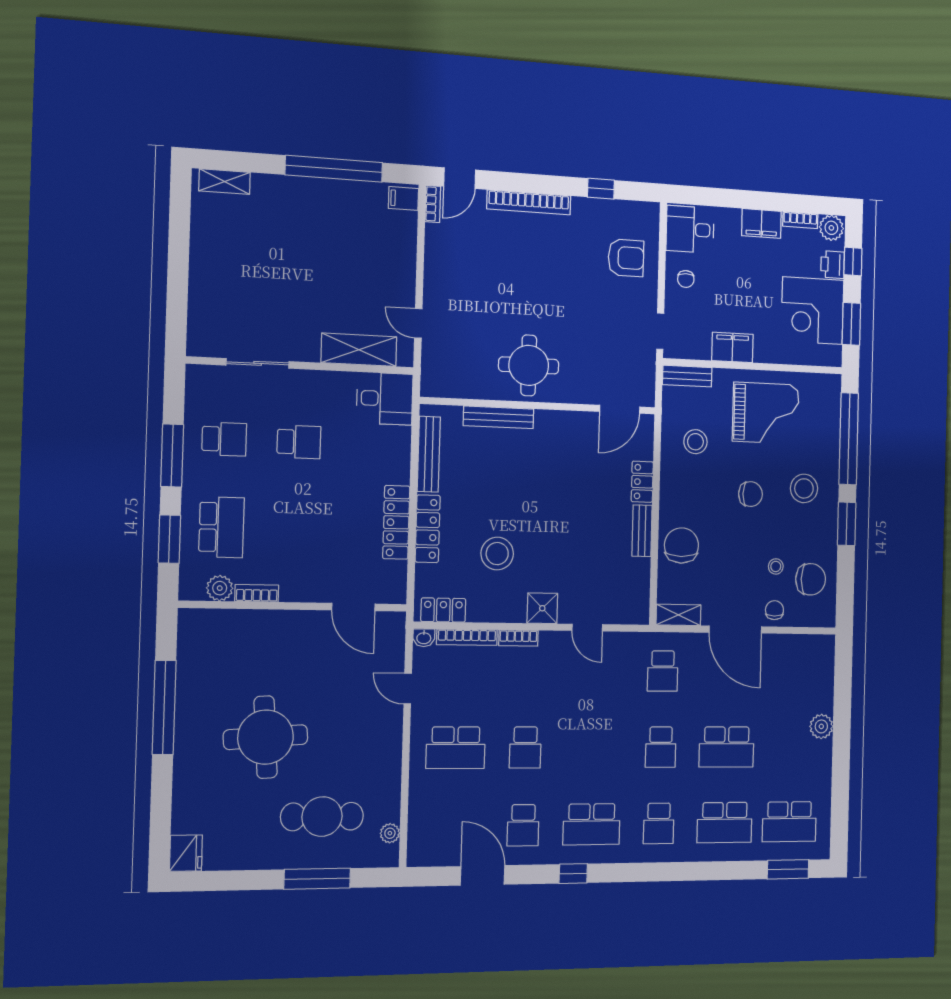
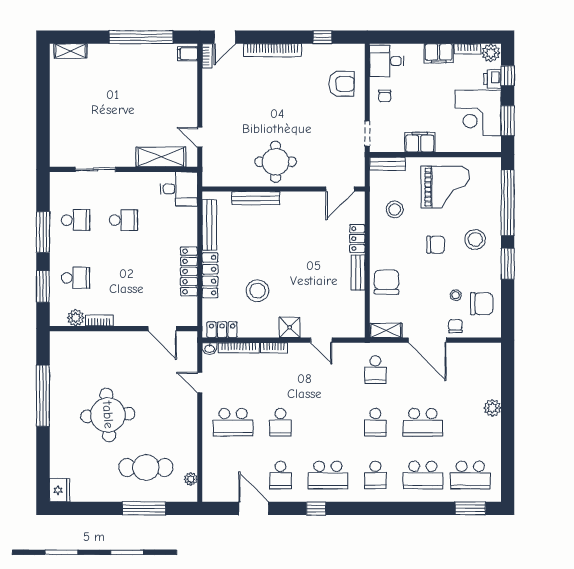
school desk: (221, 527) -> (75, 278), width x0.54

